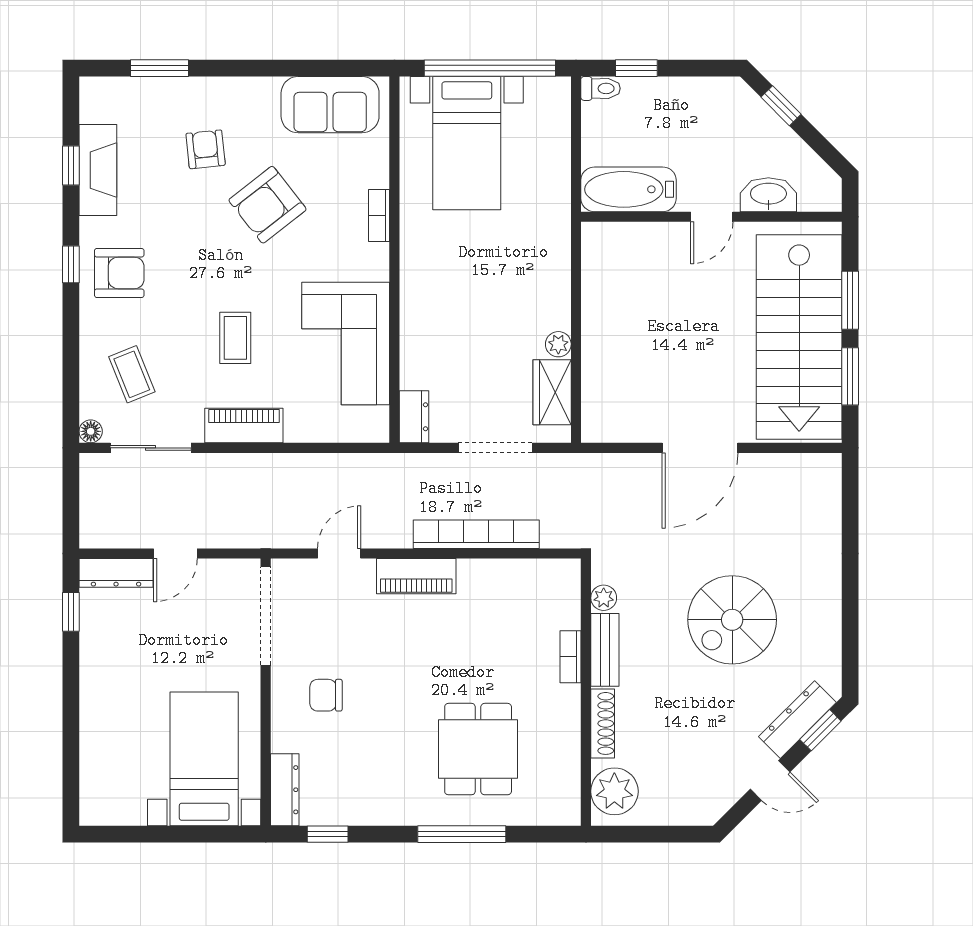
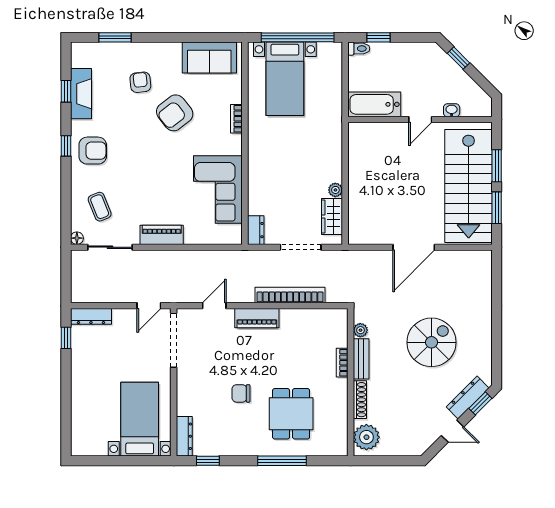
washbasin: (768, 195) -> (452, 110), width x0.52, depth x0.69
coffee table: (235, 338) -> (157, 186), removed
door: (175, 553) -> (149, 306), moved
spiral stairs: (732, 620) -> (432, 342), turned 180
chair: (326, 695) -> (241, 393), moved

